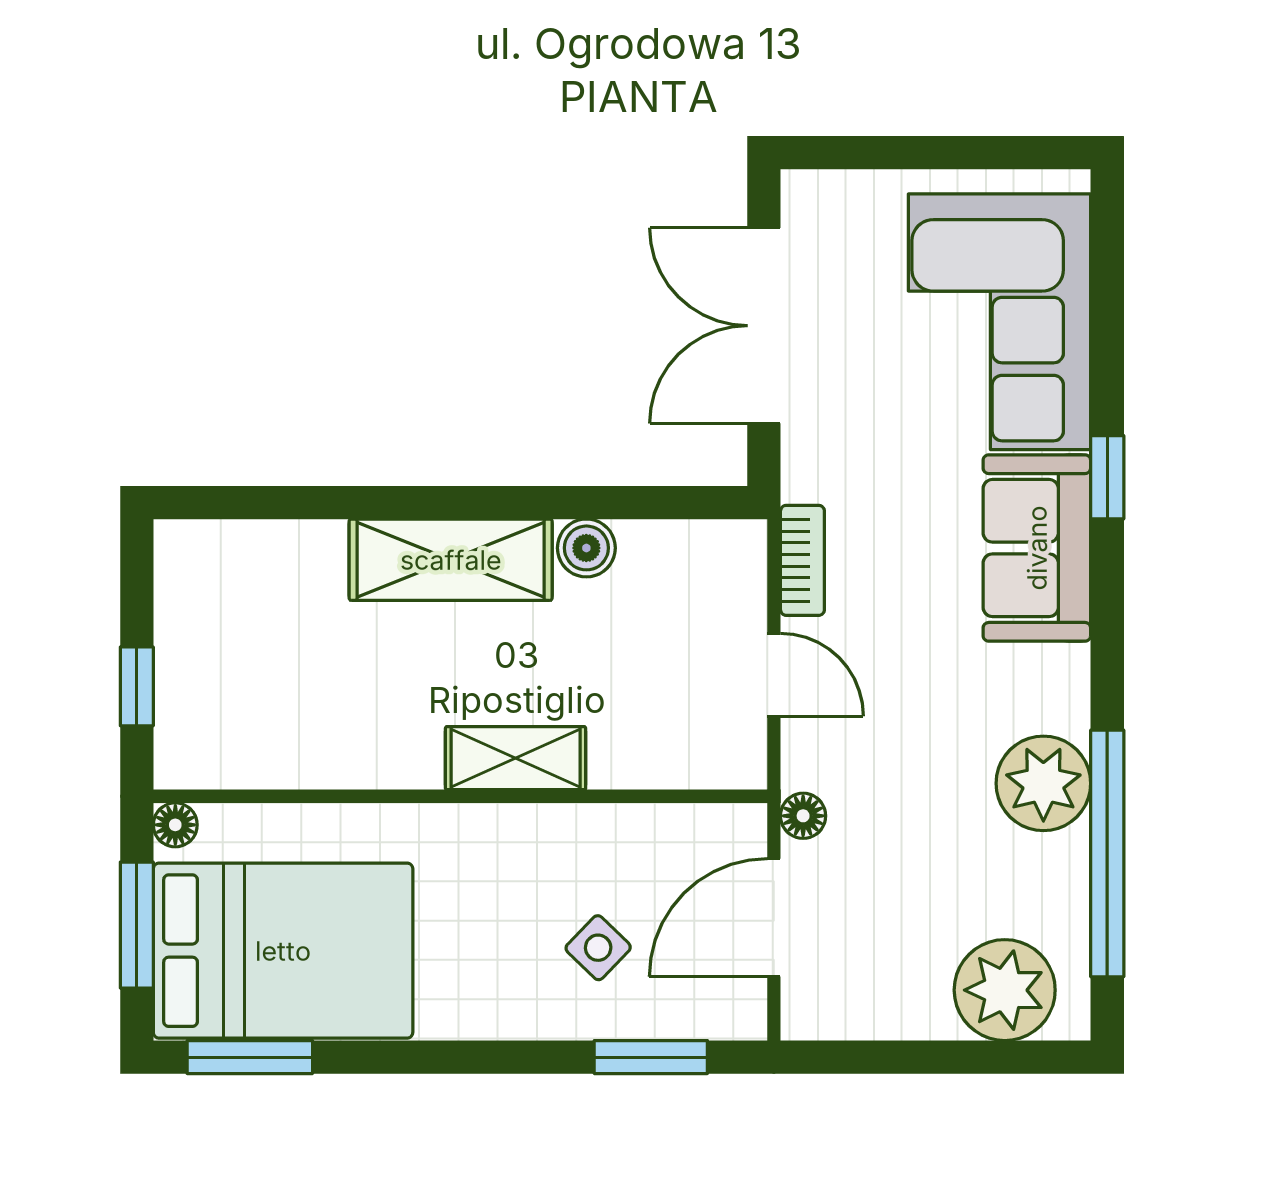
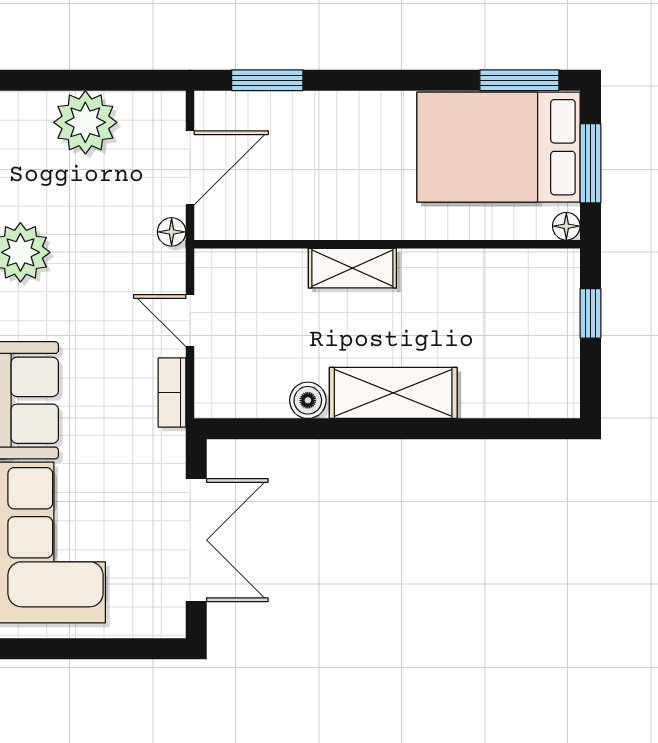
side table: (598, 948) -> (300, 149), removed
plant: (1005, 990) -> (85, 122), moved

